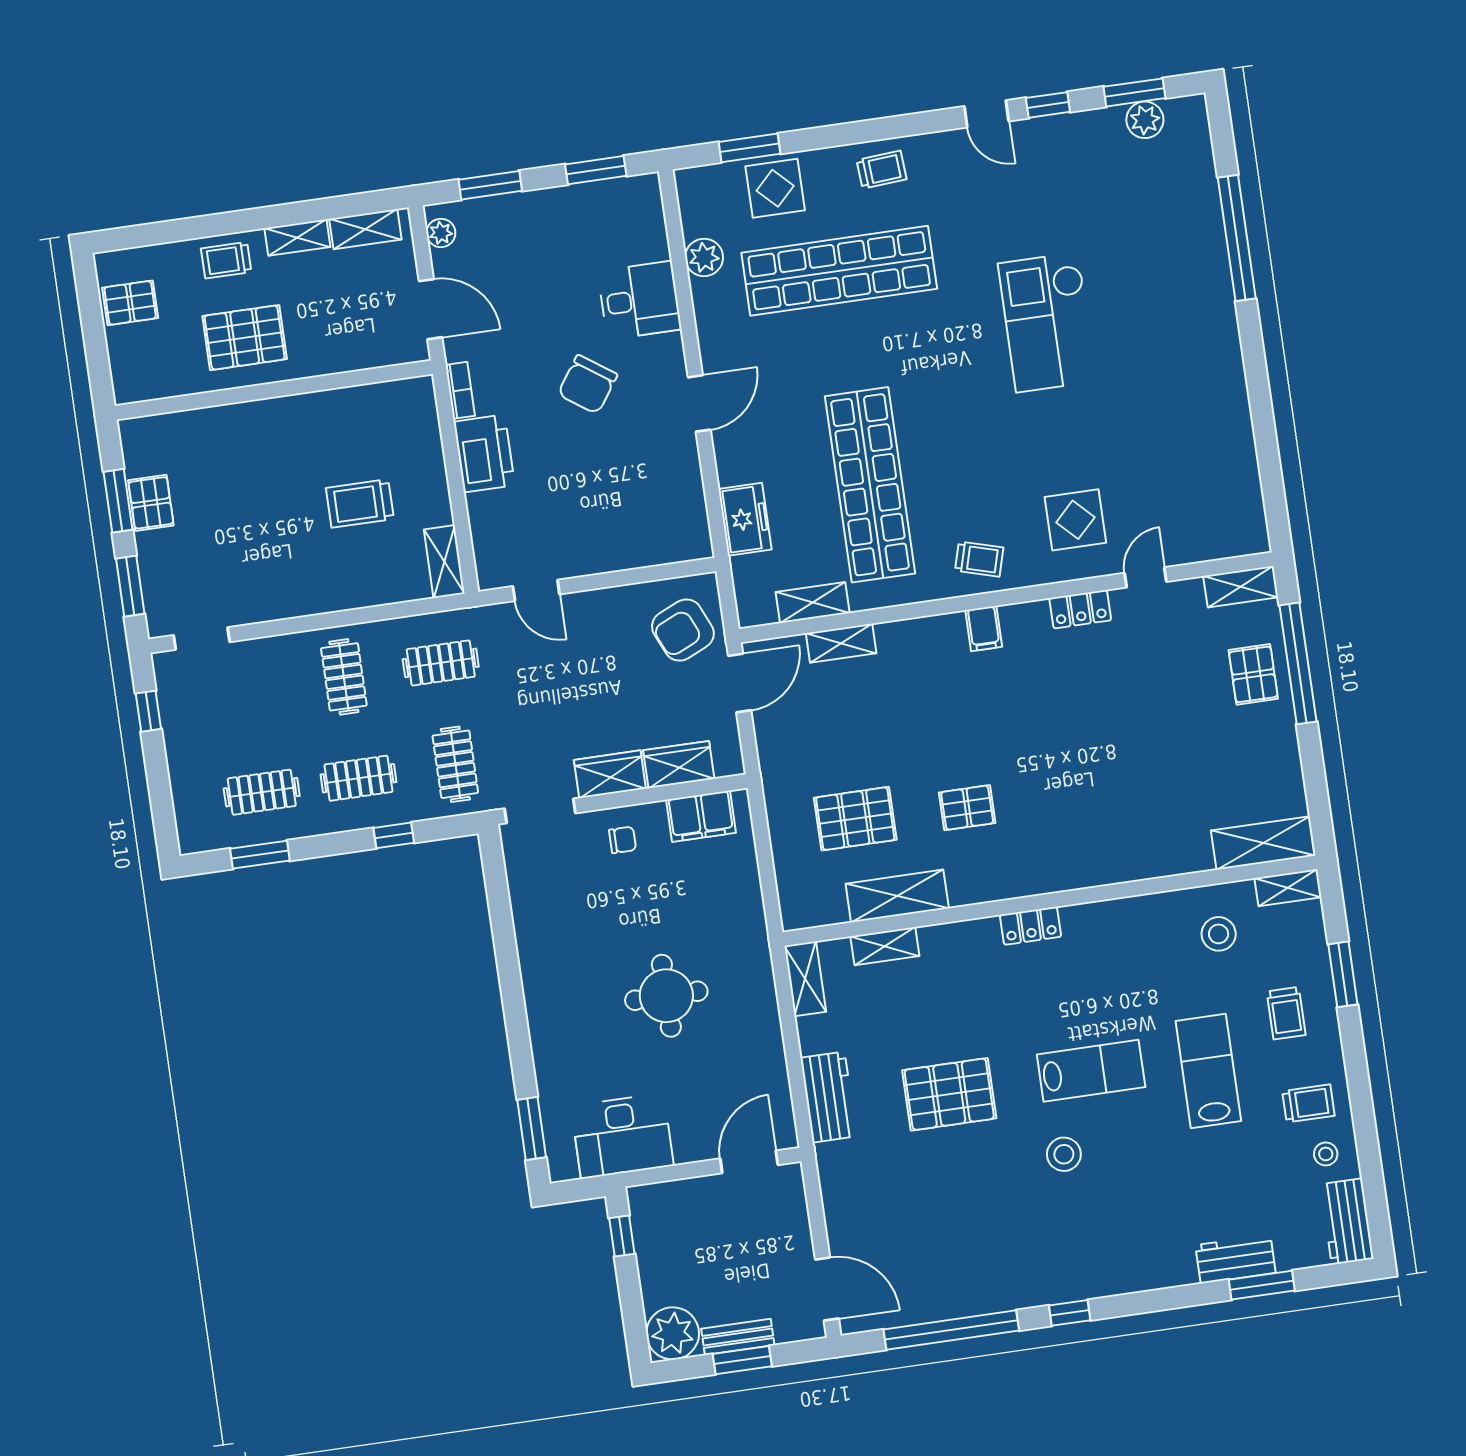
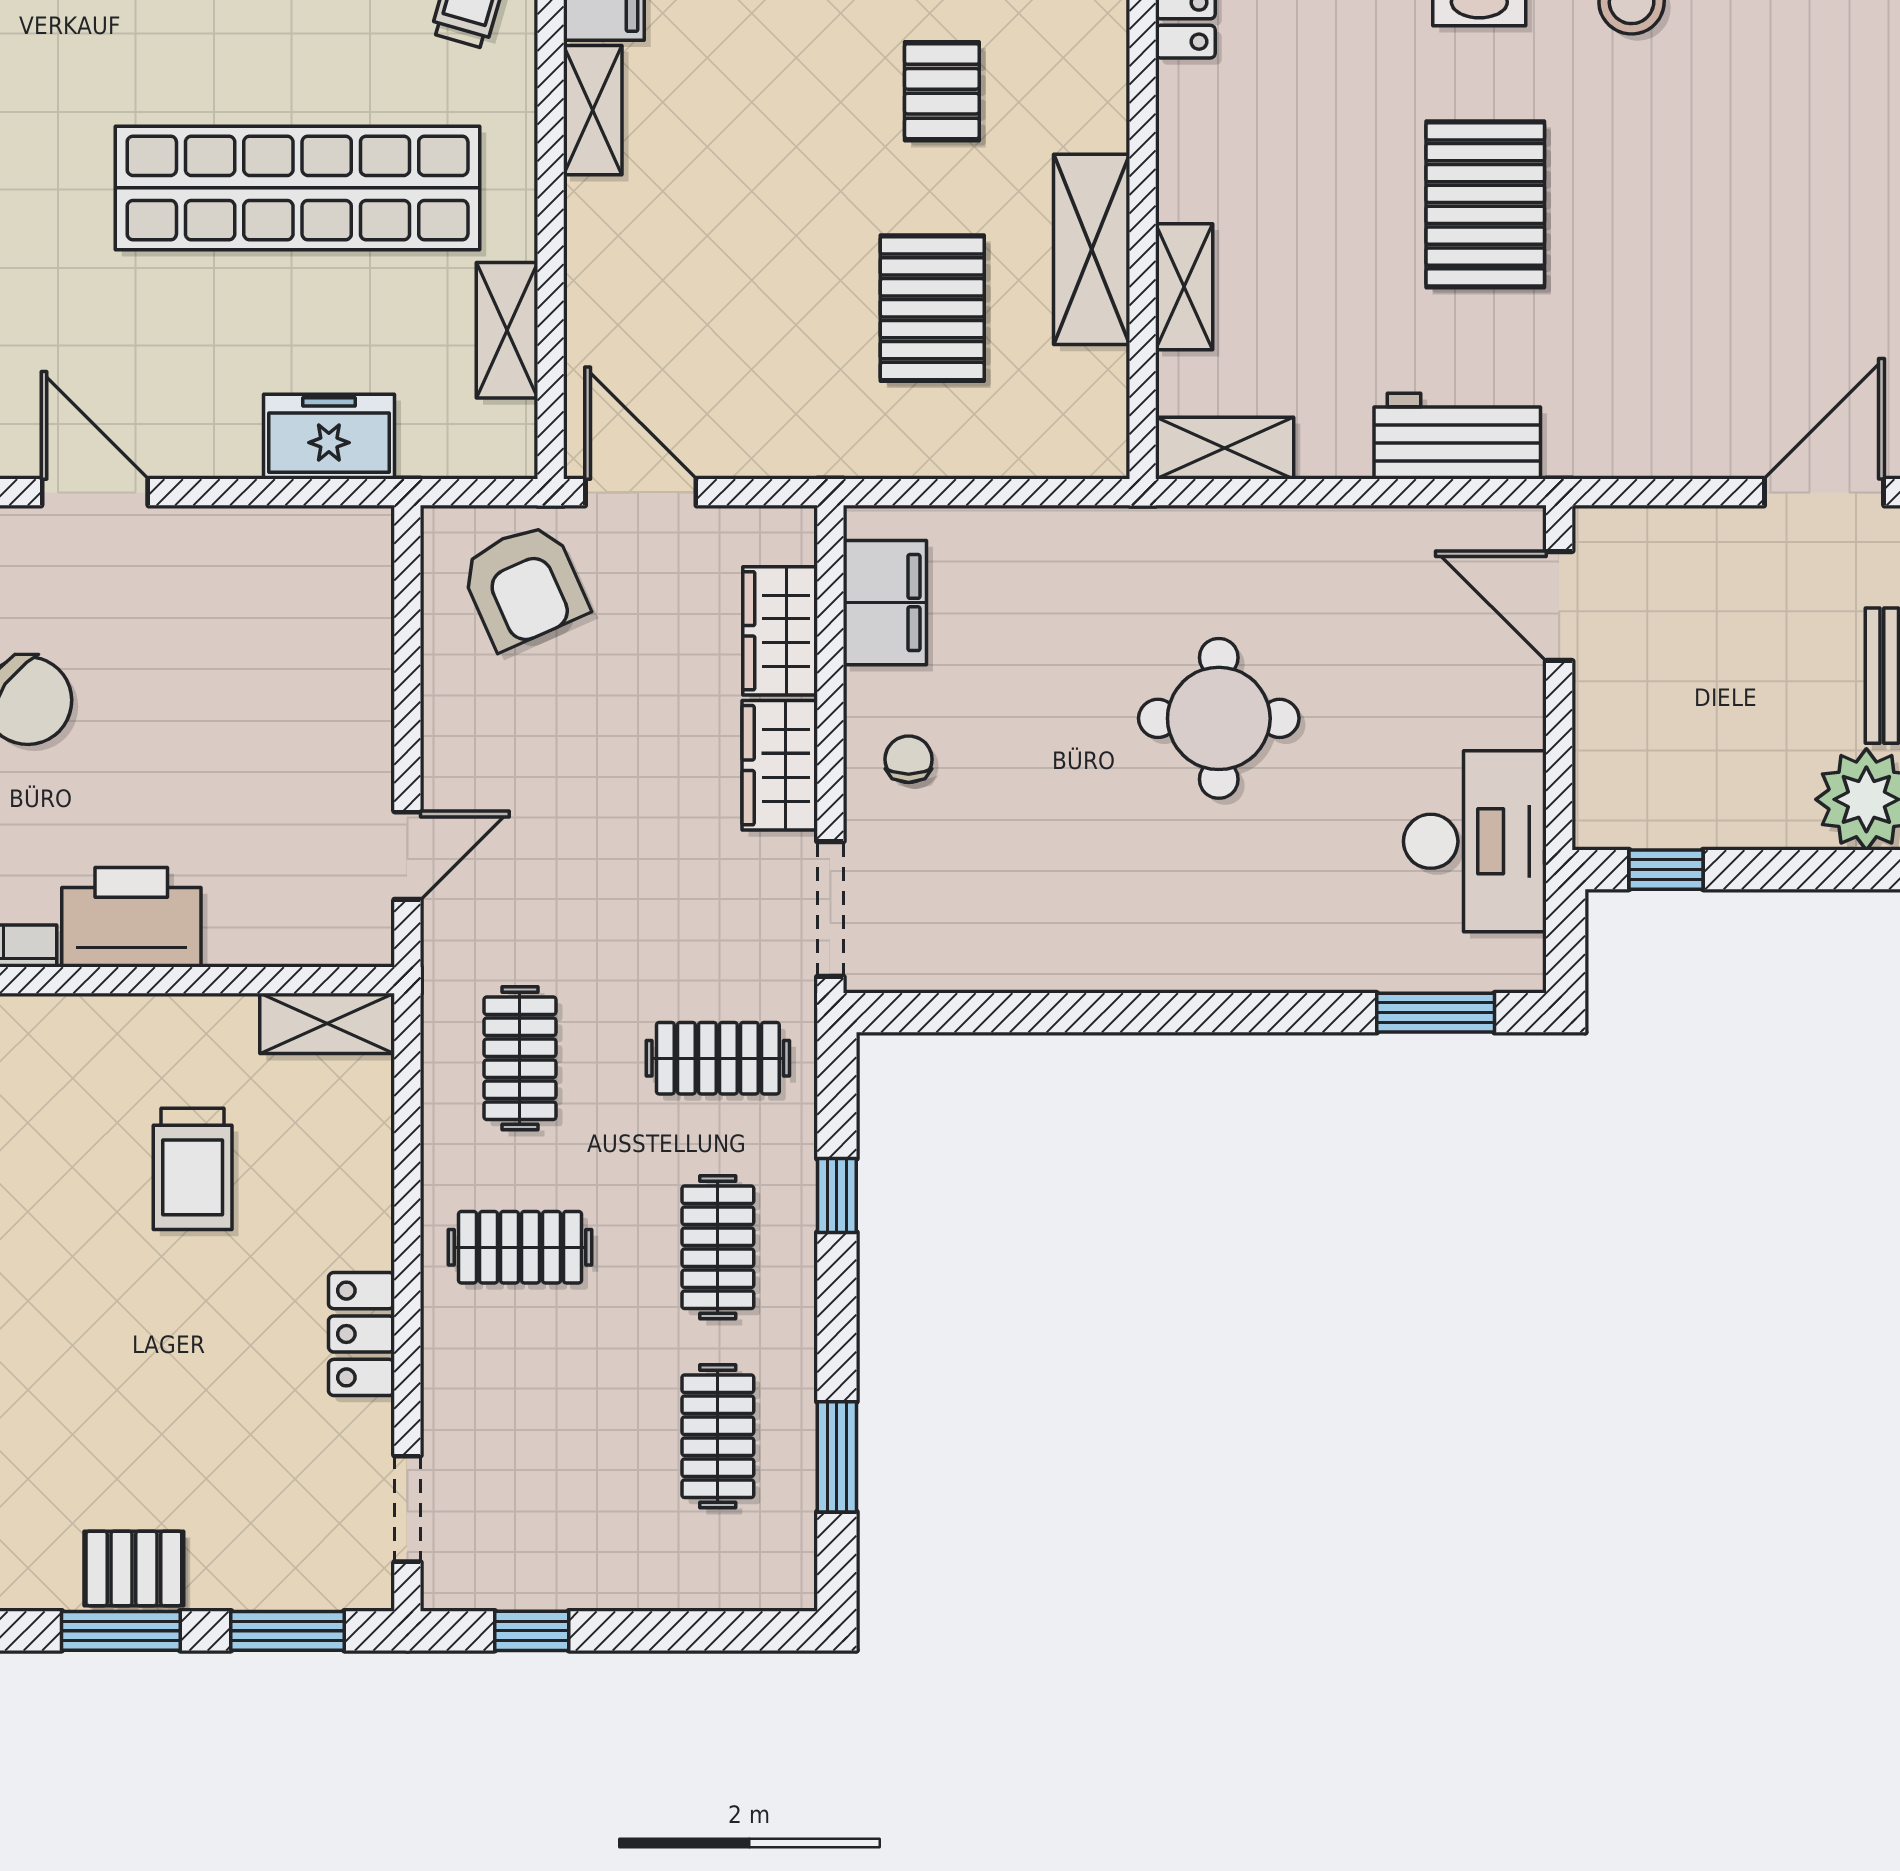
locker: (288, 602) -> (362, 1334), added
shelving: (841, 643) -> (593, 110), moved

